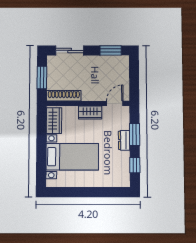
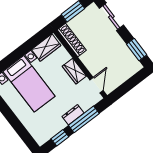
door: (115, 103) -> (97, 85), hinge flipped
window: (135, 135) -> (84, 119), width x1.44

